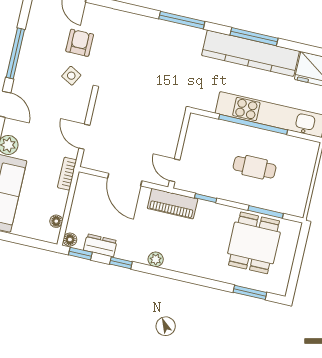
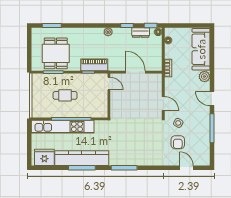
door: (84, 137) -> (163, 104), moved
piano: (173, 204) -> (94, 65), moved

